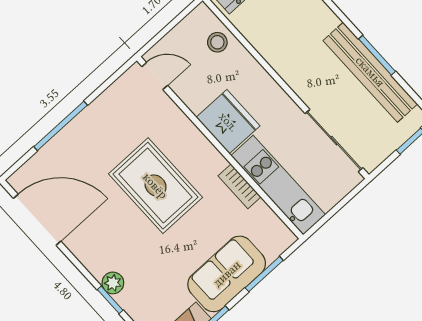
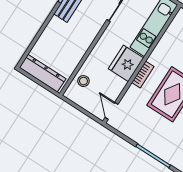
bookcase: (239, 186) -> (143, 75), moved

